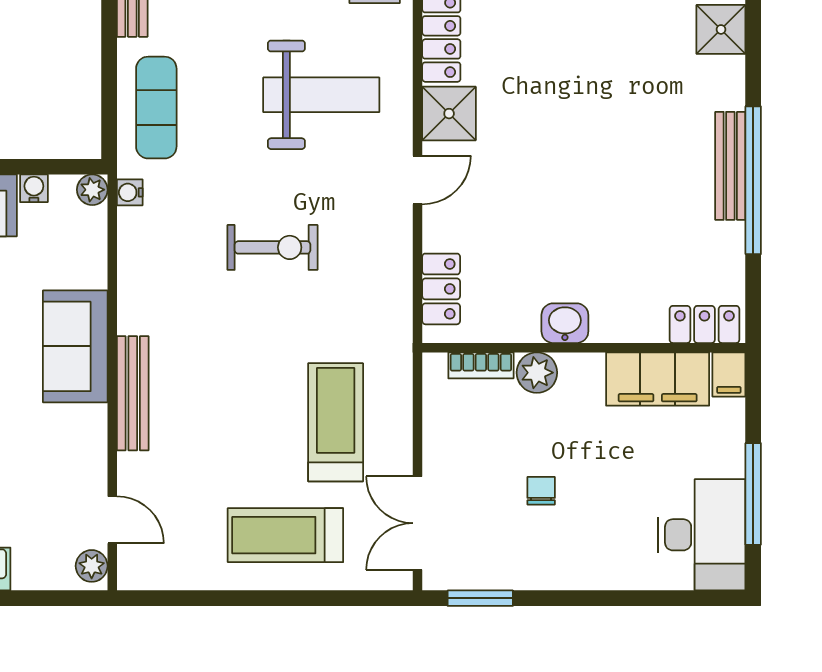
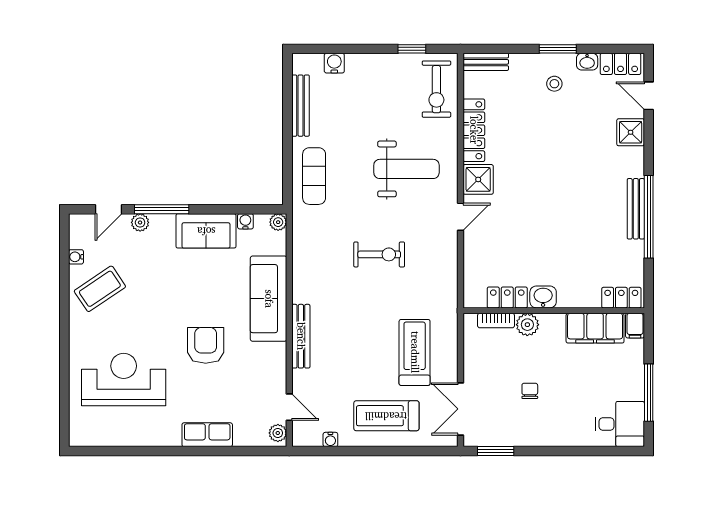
water cooler: (130, 192) -> (330, 439), moved, turned -90
locker: (441, 289) -> (507, 297), moved, turned -90
sofa: (75, 346) -> (269, 299), width x1.36
desk: (702, 535) -> (620, 424), width x0.73

